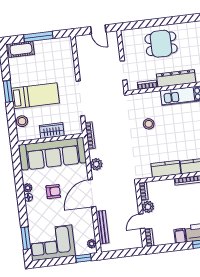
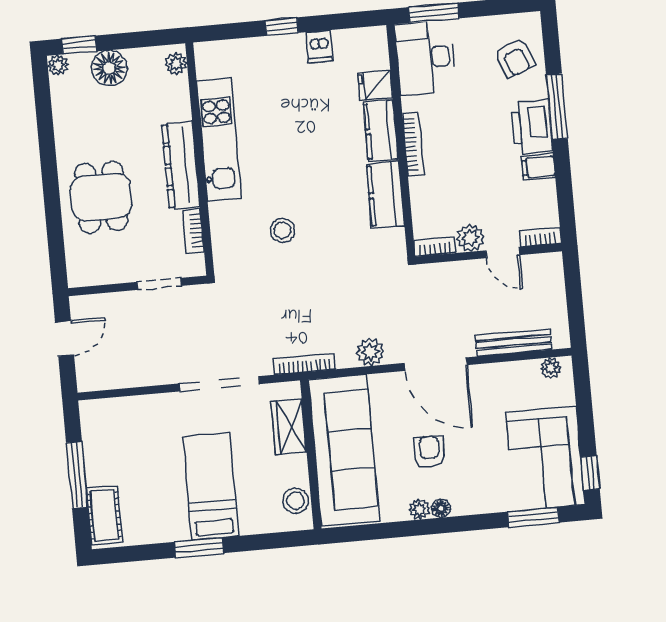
stool: (22, 121) -> (296, 501), moved
wardrobe: (52, 131) -> (289, 427), moved
window: (83, 258) -> (590, 473), moved

